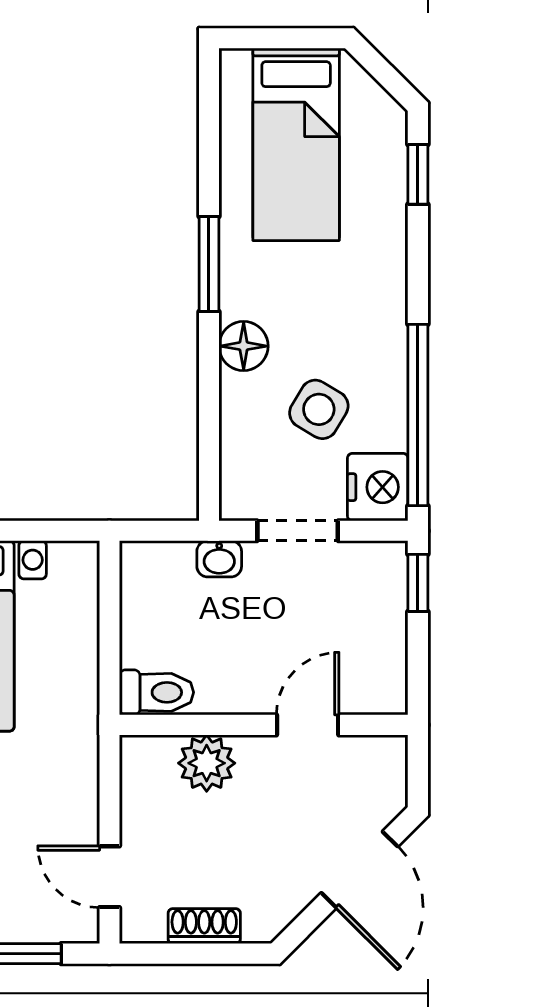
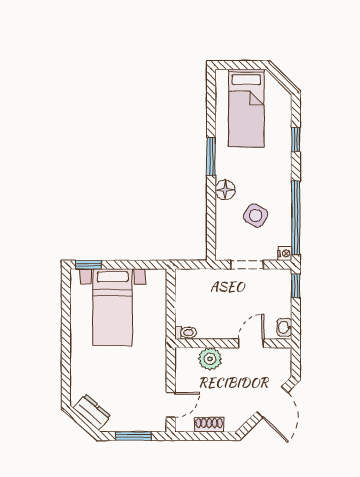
window: (418, 174) -> (296, 140), moved
nightstand: (378, 487) -> (285, 253), width x0.53, depth x0.56
washbasin: (219, 559) -> (284, 327), moved, turned 90
toilet: (156, 692) -> (186, 333), width x0.73, depth x0.72
door: (109, 877) -> (171, 405), swing flipped

